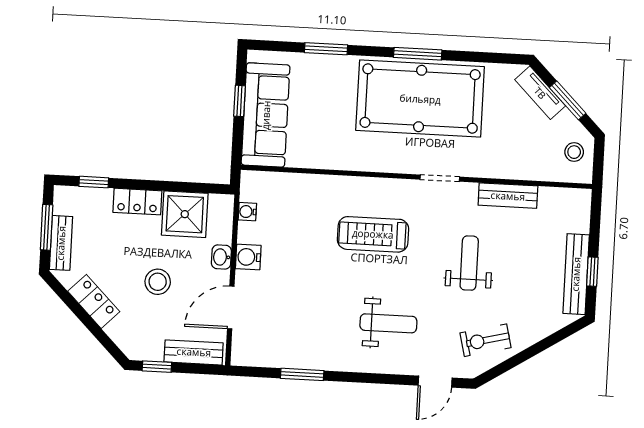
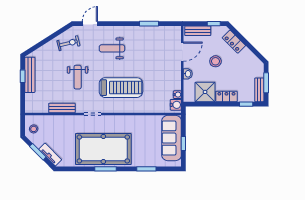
treadmill: (373, 234) -> (121, 88), width x1.37, depth x1.38
bench: (61, 243) -> (259, 90), moved
water cooler: (248, 257) -> (176, 105), moved
locker: (94, 301) -> (234, 42), moved

